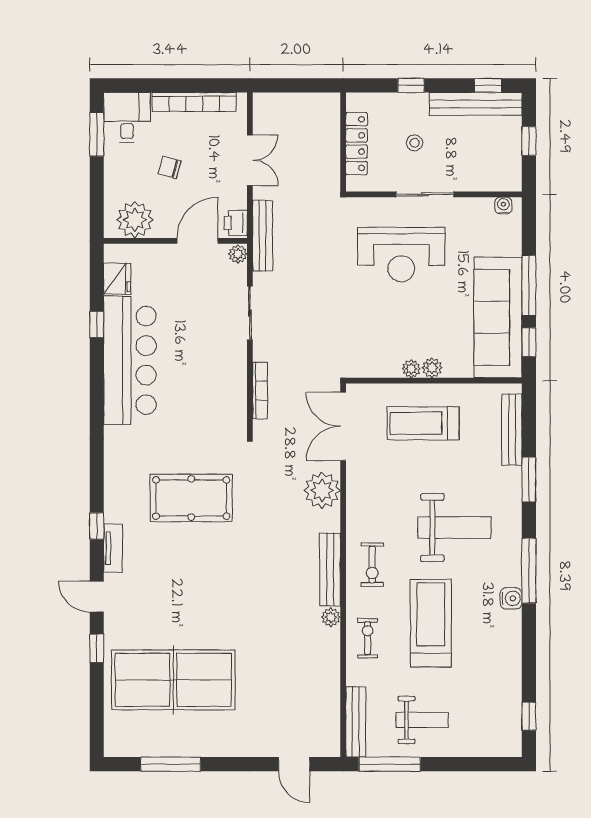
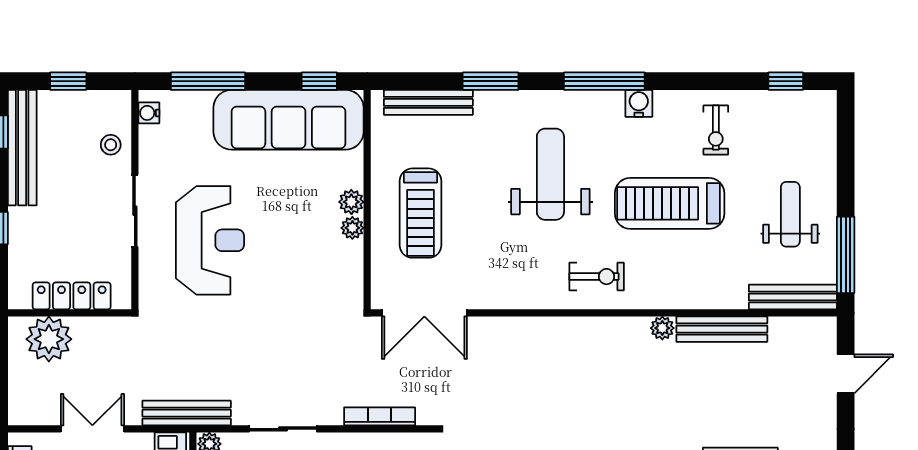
stool: (415, 143) -> (111, 145), moved
window: (529, 286) -> (208, 81), moved
plant: (322, 490) -> (49, 339), moved
bench: (330, 570) -> (722, 329), moved
exercise bike: (368, 638) -> (716, 130), moved, turned -90

